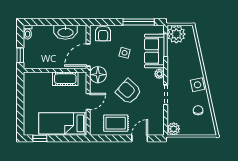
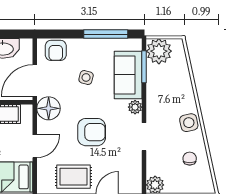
armchair: (129, 92) -> (92, 132), turned 138

